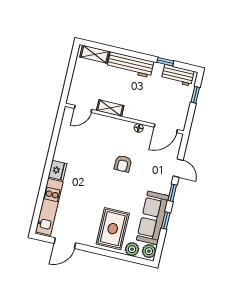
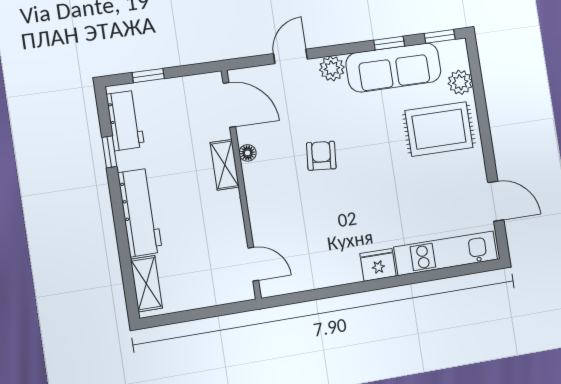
shelving: (110, 108) -> (225, 165), moved
armchair: (123, 164) -> (321, 156), turned -85
window: (172, 193) -> (440, 36), moved
plant: (149, 251) -> (332, 69), moved

